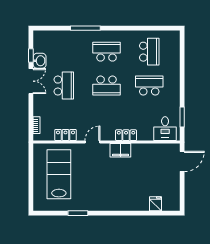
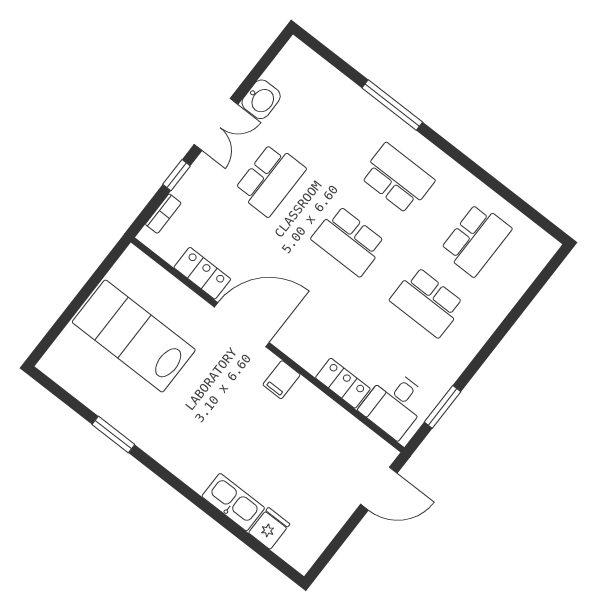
window: (31, 55) -> (177, 175), moved
school desk: (149, 86) -> (427, 302), turned 180
locker: (126, 135) -> (343, 383), moved
door: (92, 142) -> (242, 325), width x1.88
filing cabinet: (120, 150) -> (281, 380), width x0.50
lab bench: (59, 174) -> (134, 336), turned -90
kitchen sink: (136, 204) -> (233, 502), added

